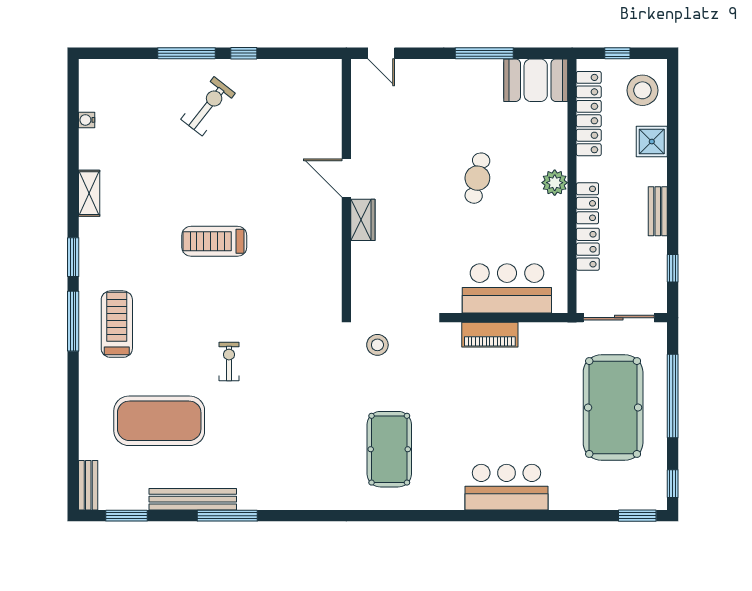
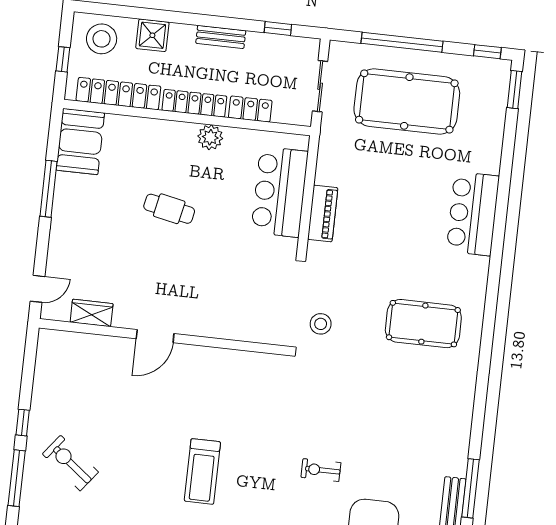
plant: (555, 183) -> (210, 137), moved
locker: (587, 203) -> (194, 103), width x1.53
wardrobe: (363, 220) -> (92, 313), moved
sliding door: (619, 318) -> (320, 86), width x0.73

